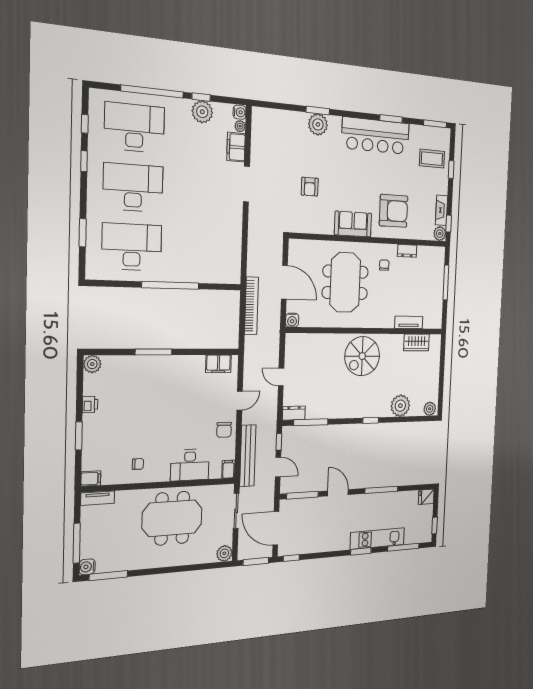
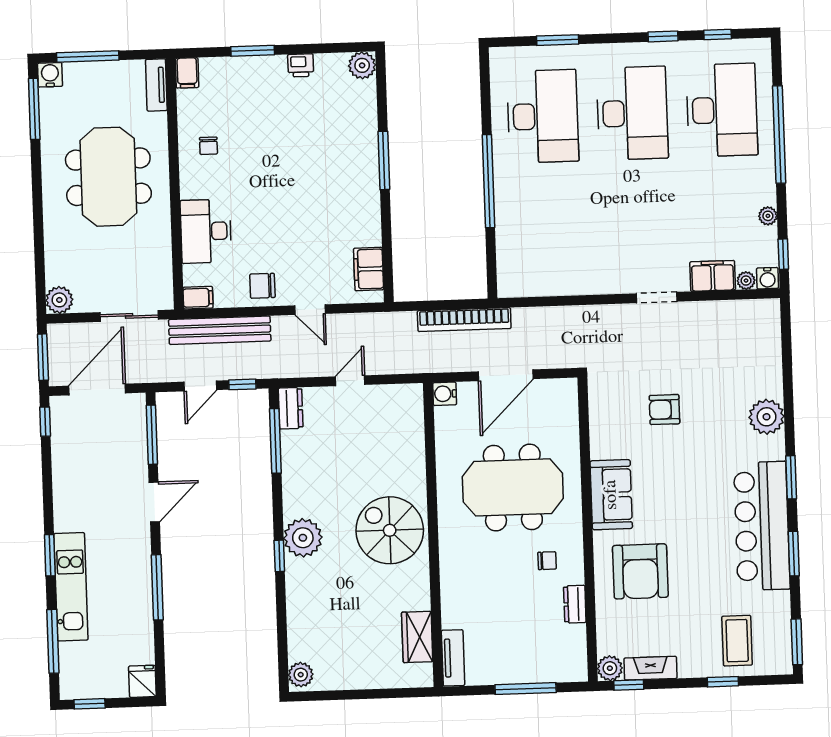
window: (201, 97) -> (783, 254), moved
window: (318, 110) -> (791, 477), moved
plant: (202, 112) -> (768, 216), width x0.53, depth x0.53
doorway: (246, 184) -> (657, 298), width x0.73
tv unit: (409, 322) -> (453, 658), moved
plant: (400, 406) -> (303, 538), moved
meeting table: (172, 518) -> (108, 177), moved

